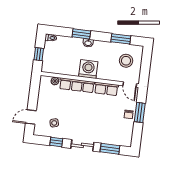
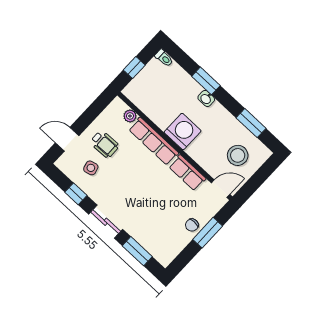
door: (130, 85) -> (221, 189), swing flipped
wheelchair: (52, 105) -> (104, 144), added

